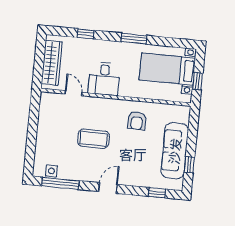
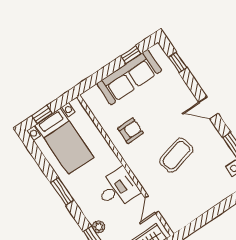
plant: (88, 44) -> (99, 227), added
window: (198, 81) -> (42, 115), moved
coffee table: (93, 139) -> (176, 155), turned 76

